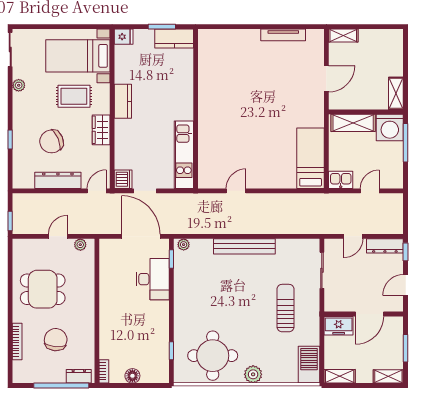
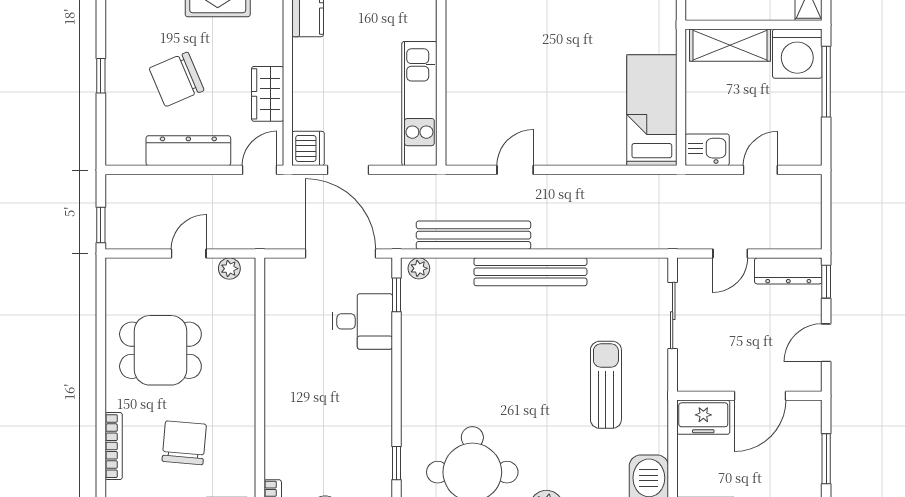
wardrobe: (101, 130) -> (268, 94), moved
bench: (213, 226) -> (473, 235), added
desk: (153, 279) -> (362, 321), width x0.73

